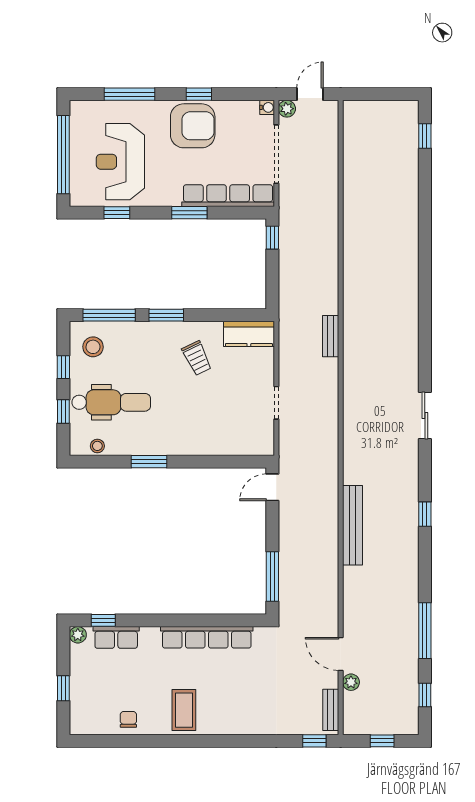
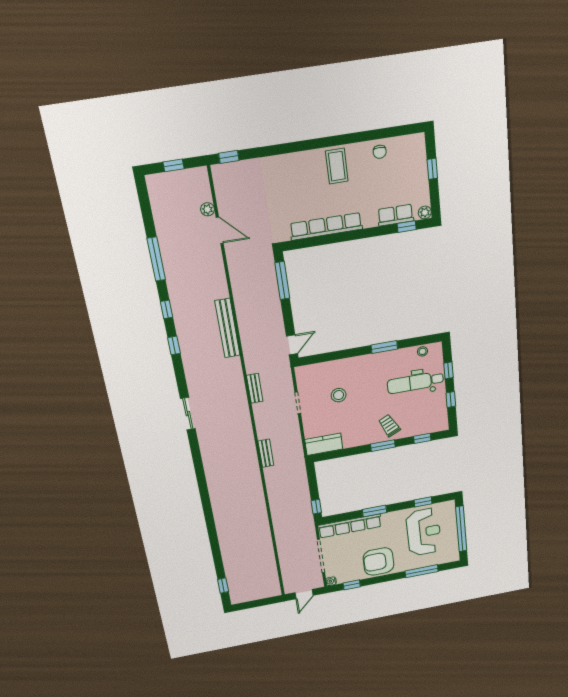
window: (199, 94) -> (352, 585), moved
plant: (287, 109) -> (318, 583), removed
window: (109, 315) -> (422, 438), width x0.46
stool: (93, 347) -> (339, 395), moved
trolley: (197, 358) -> (389, 426), moved
window: (425, 695) -> (167, 309), moved
bench: (331, 710) -> (255, 388), moved

